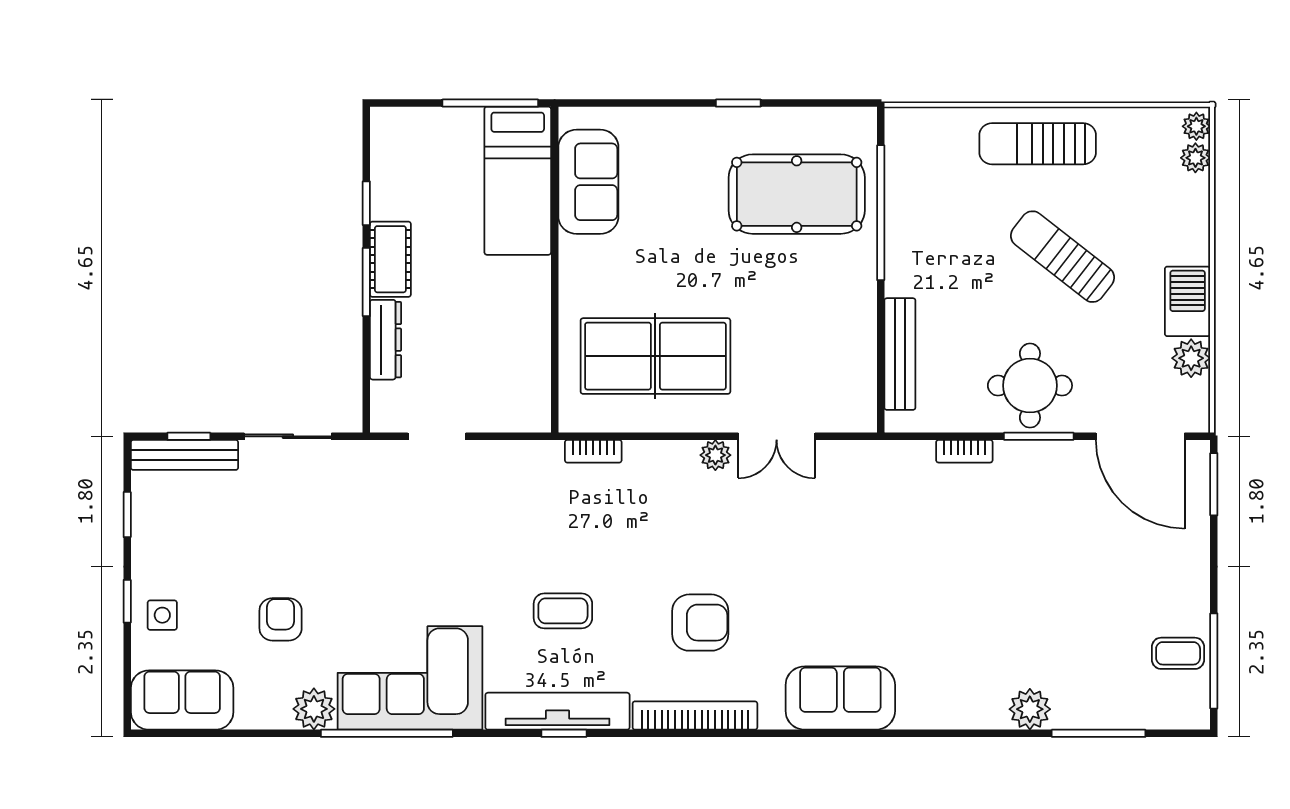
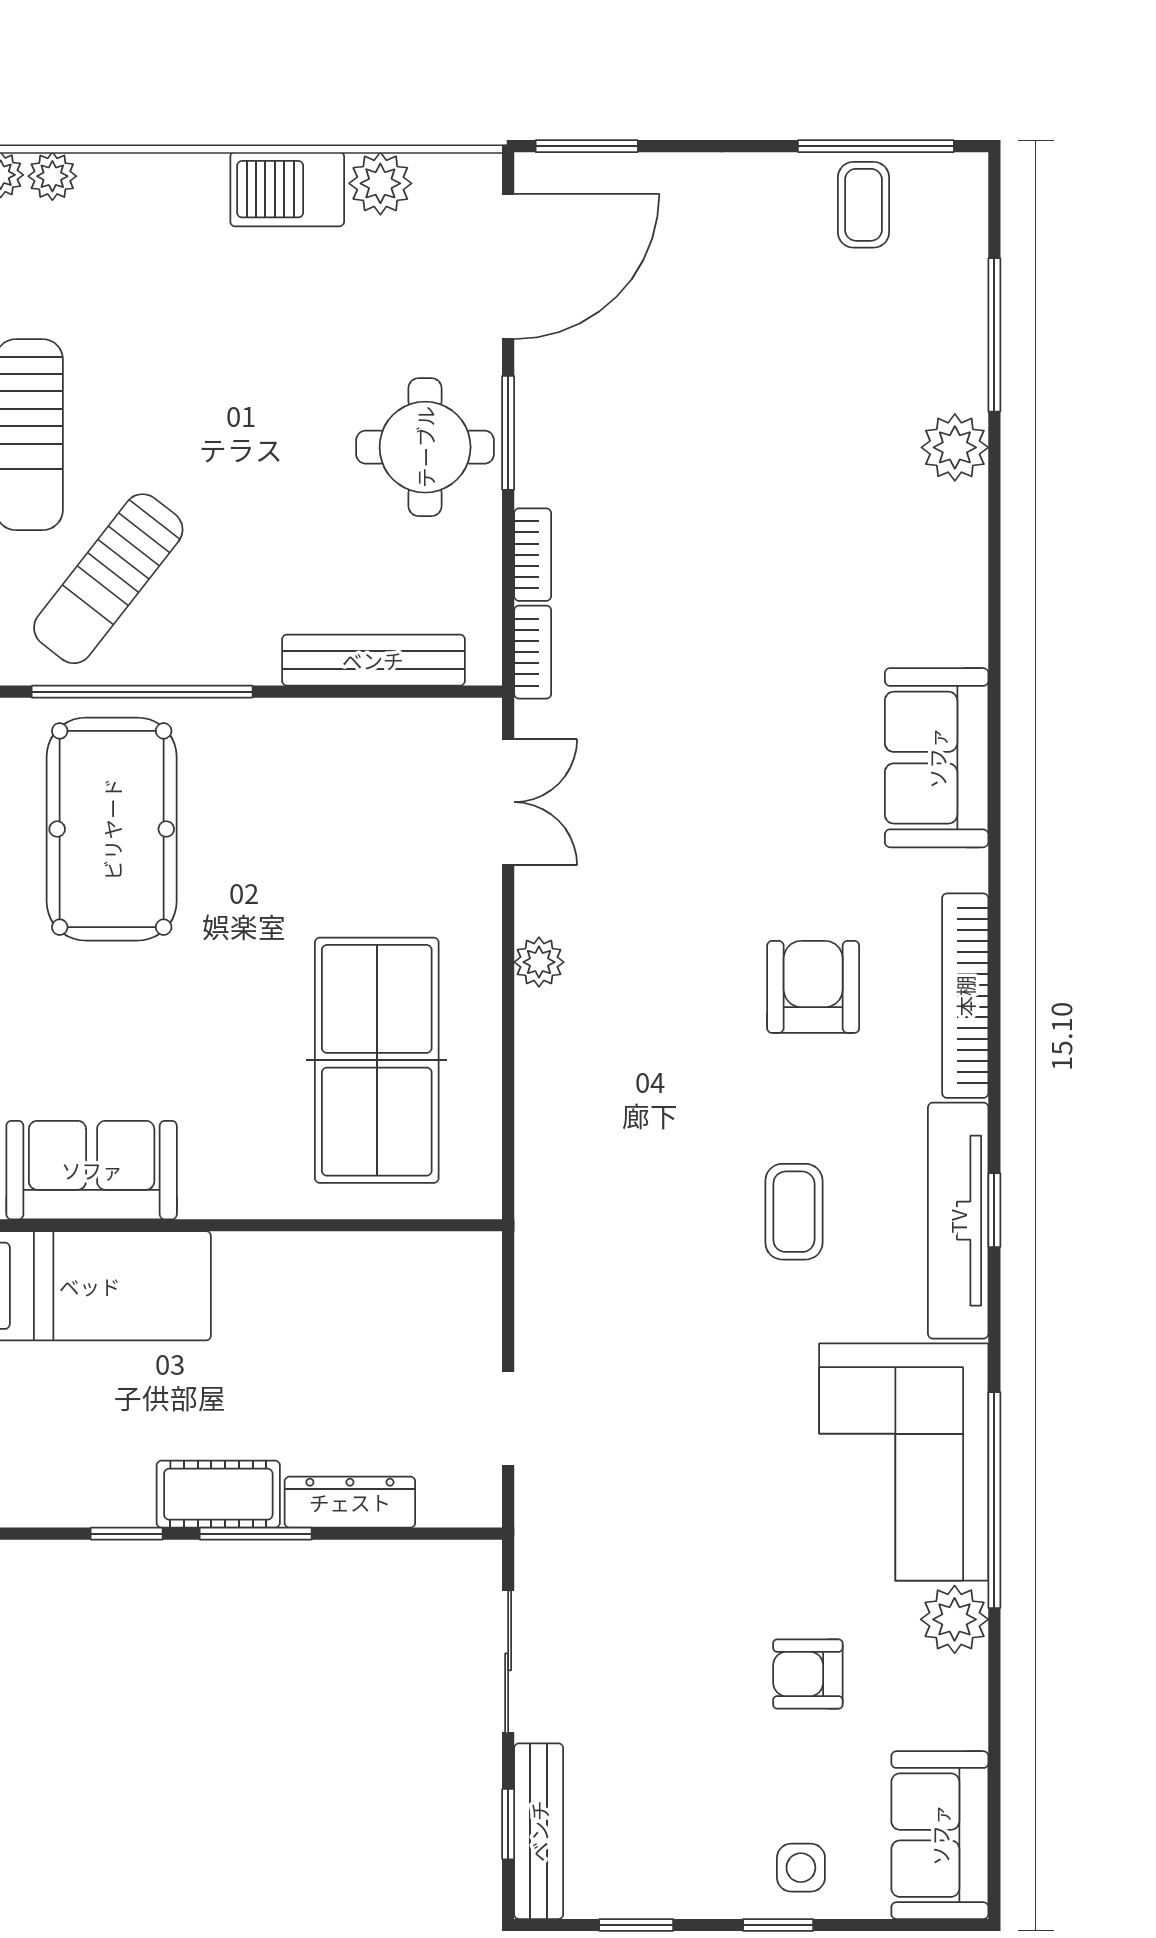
sun lounger: (1063, 257) -> (108, 579), moved
double door: (777, 436) -> (508, 802), moved
bookcase: (593, 451) -> (533, 652), moved

